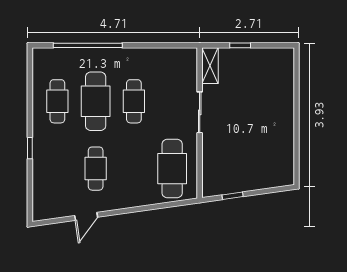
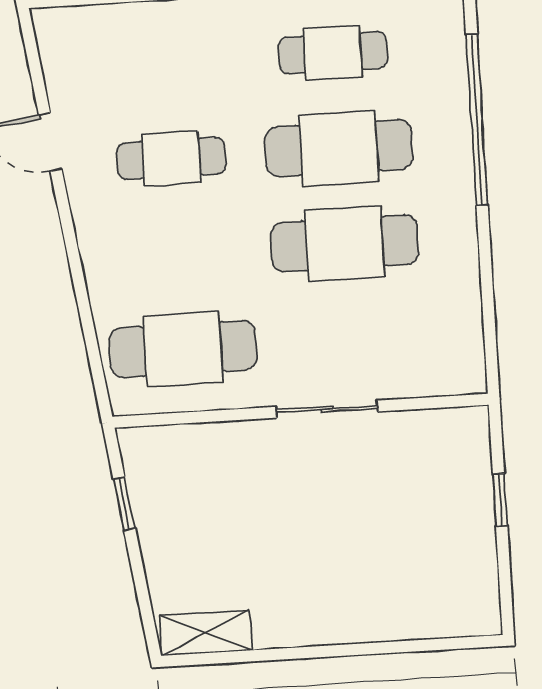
shelving: (210, 66) -> (205, 633), moved
cafe table: (134, 101) -> (345, 243), width x1.37, depth x1.35

